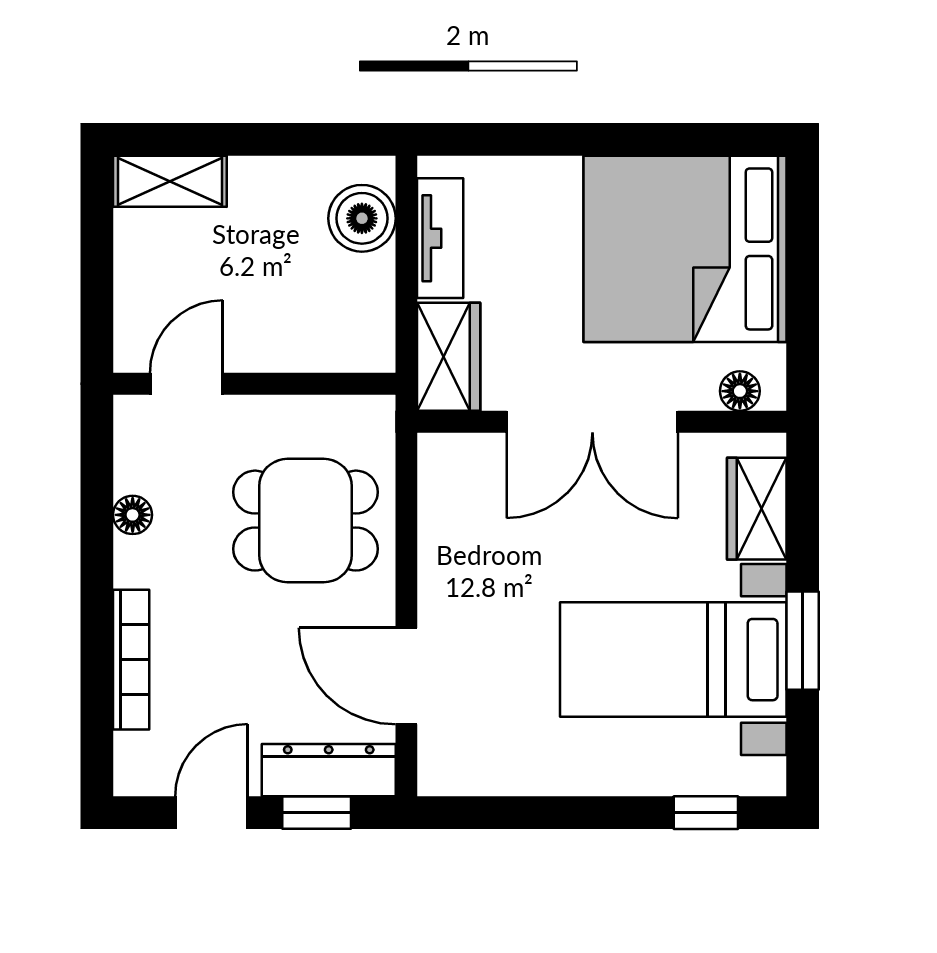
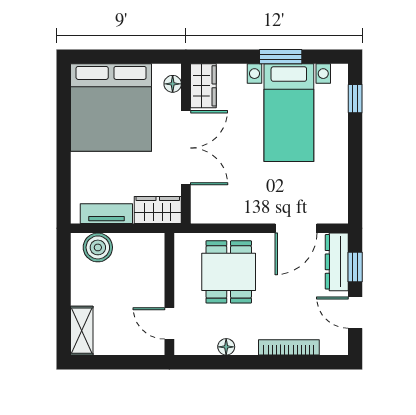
wardrobe: (757, 509) -> (203, 86), moved, turned -90

